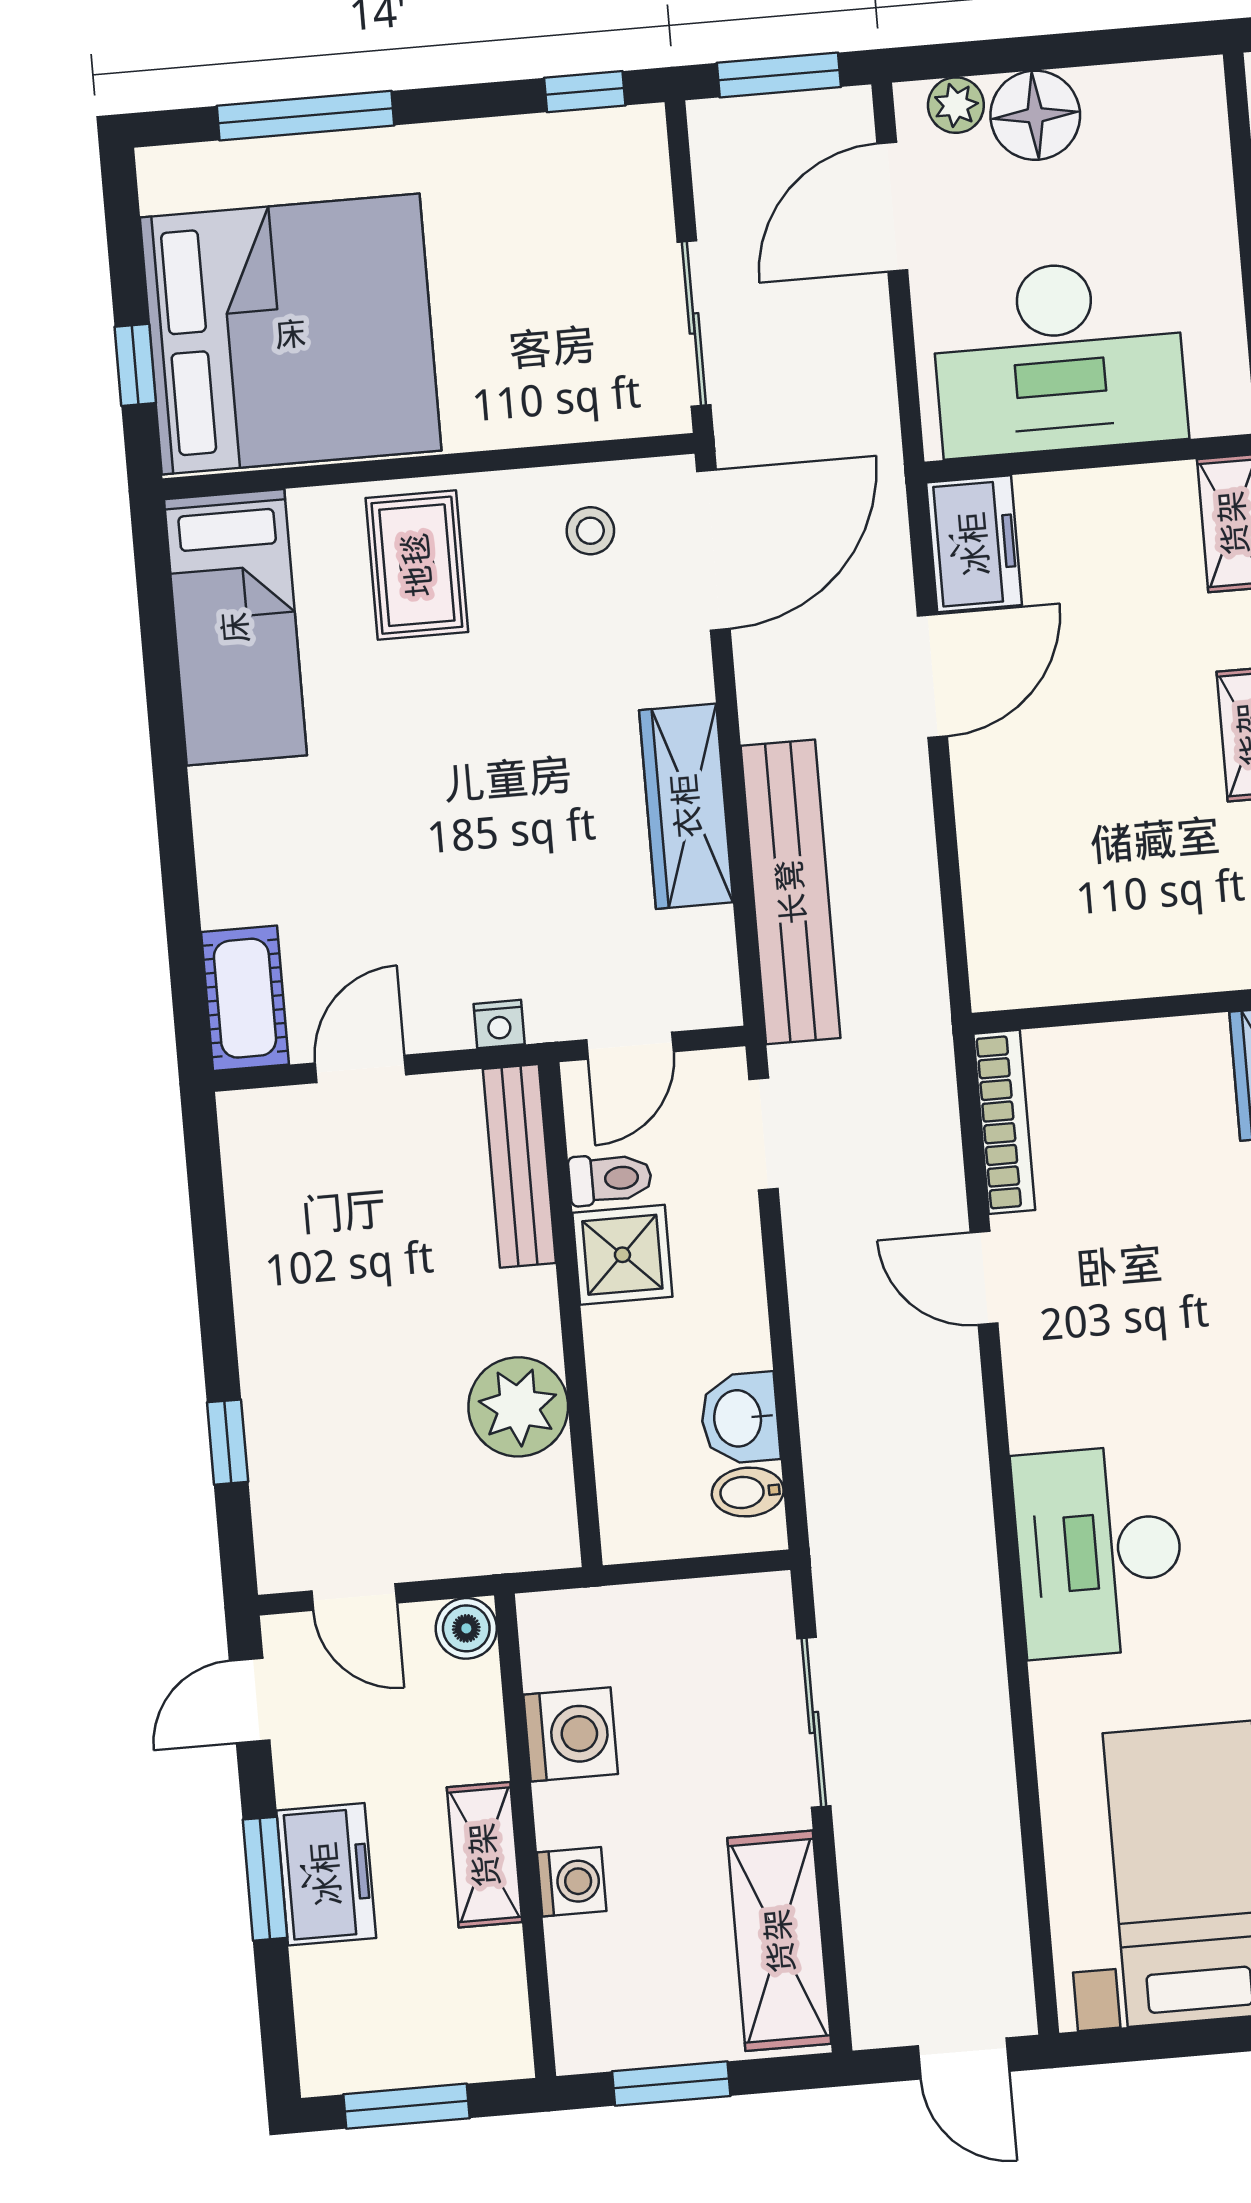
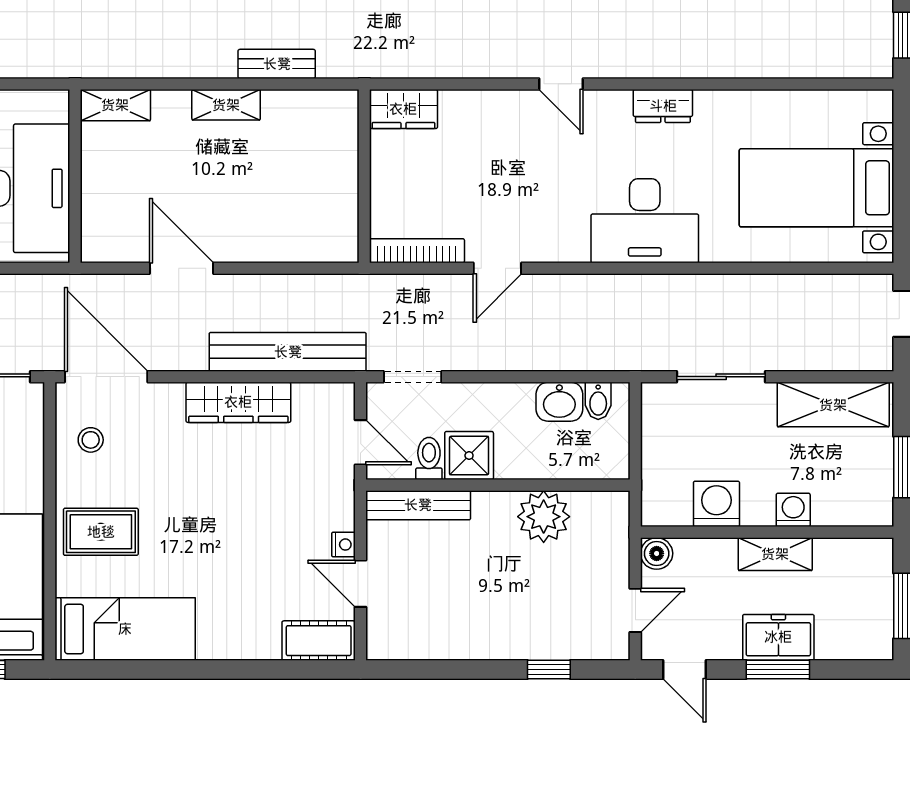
freezer: (974, 544) -> (115, 241), removed
nightstand: (499, 1024) -> (343, 545), moved

